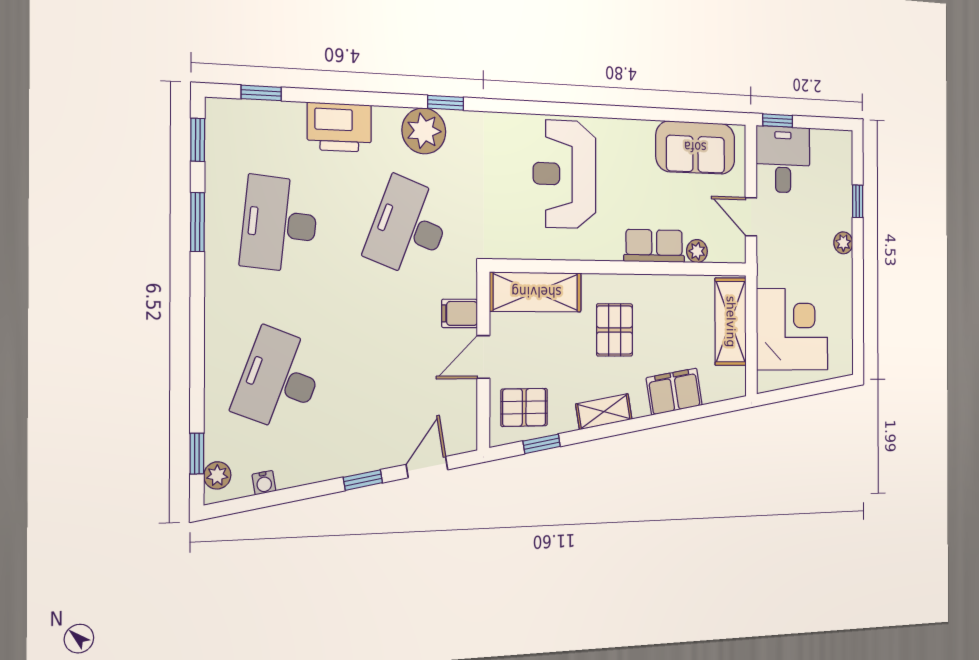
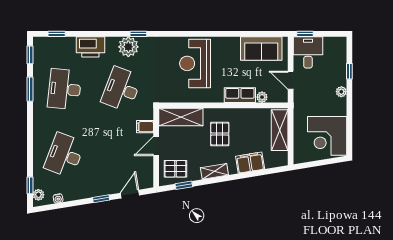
corner desk: (792, 329) -> (327, 136), moved, turned 180

